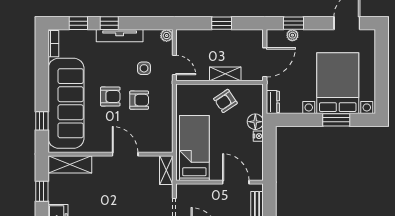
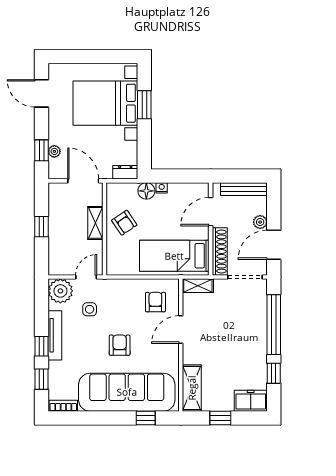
plant: (167, 36) -> (60, 291), width x1.88, depth x1.88
armchair: (139, 100) -> (155, 302), moved
shoe rack: (198, 191) -> (220, 252), added

